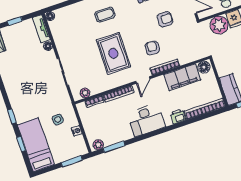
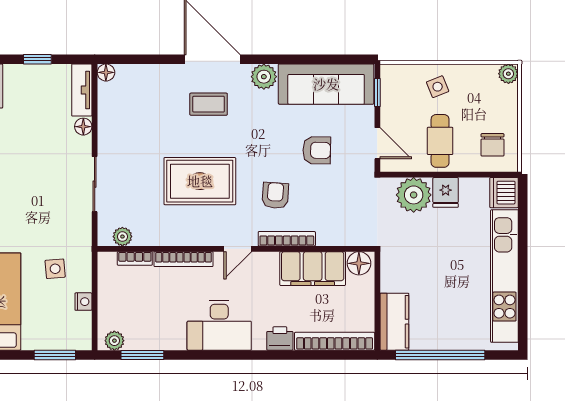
rug: (113, 53) -> (200, 181), turned 90

